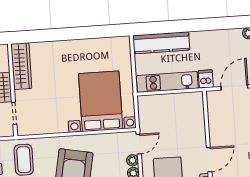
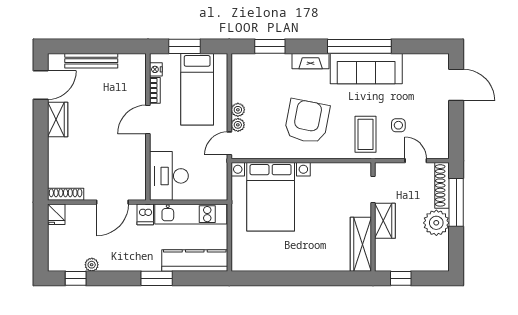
window: (193, 25) -> (157, 278), added
desk: (188, 113) -> (169, 176), added

